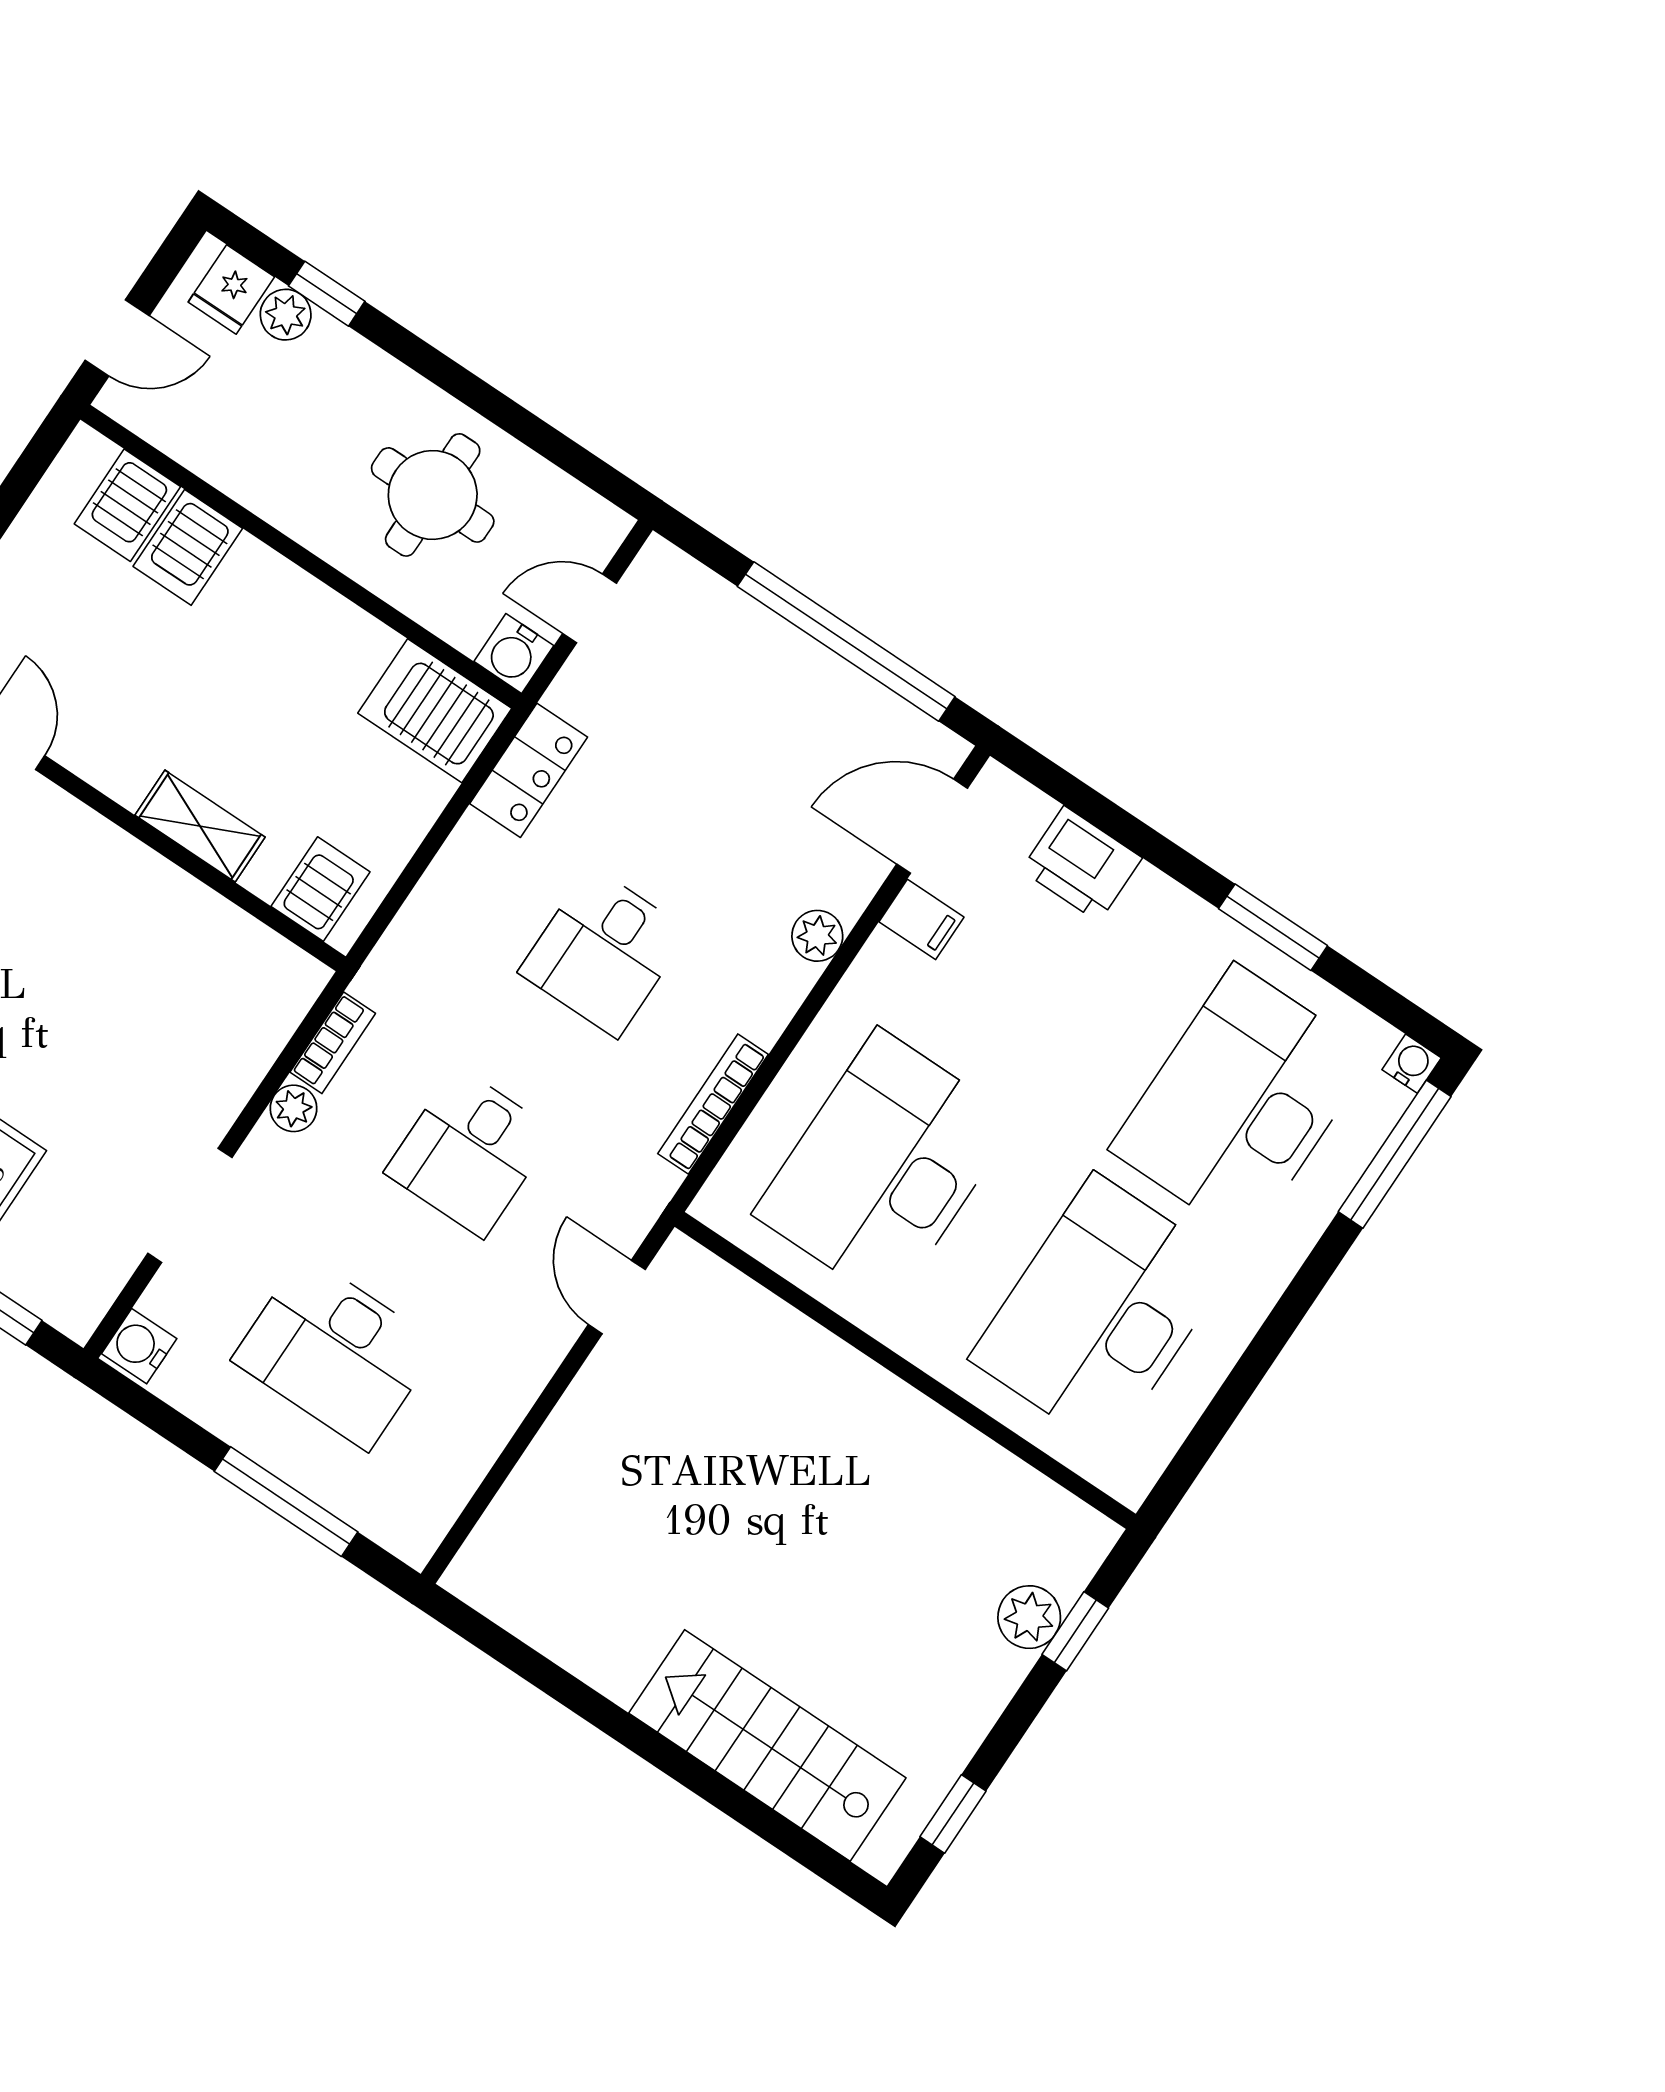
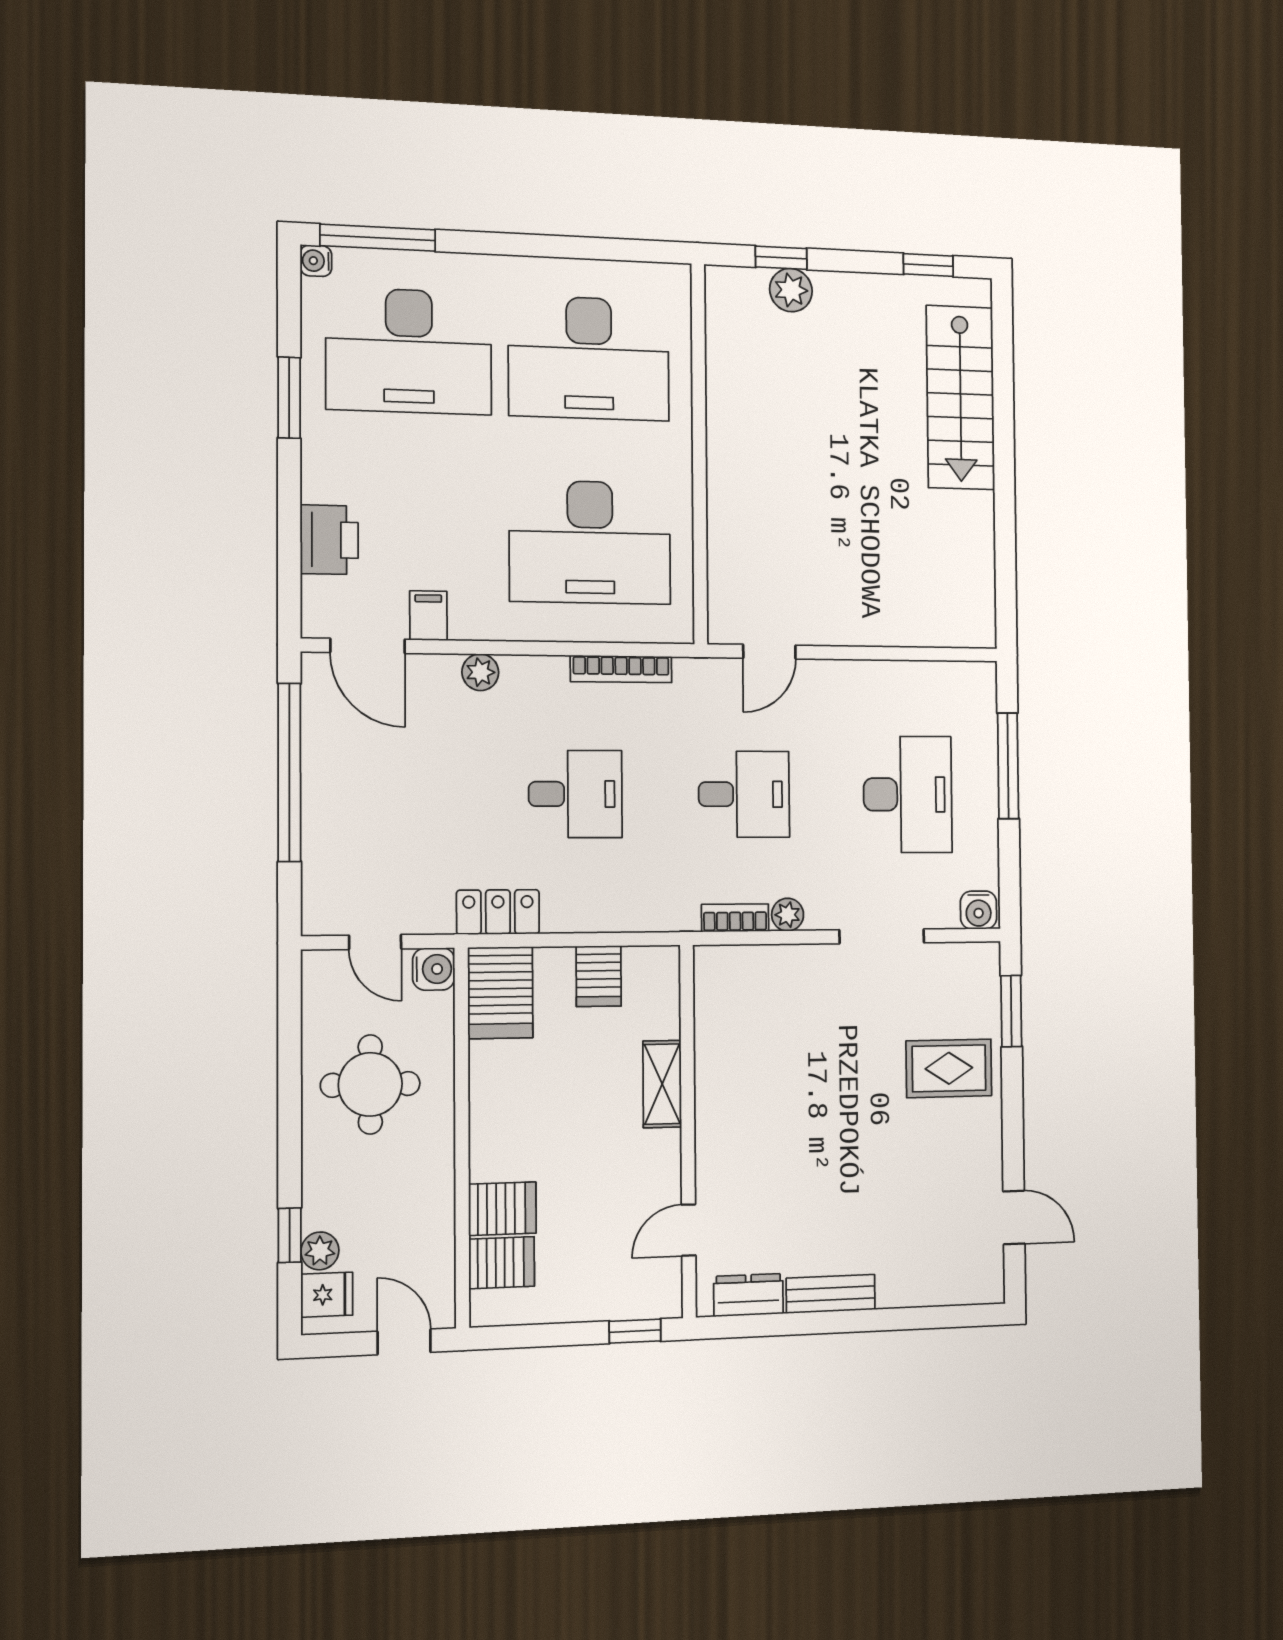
server rack: (321, 889) -> (599, 976), moved, turned -90

